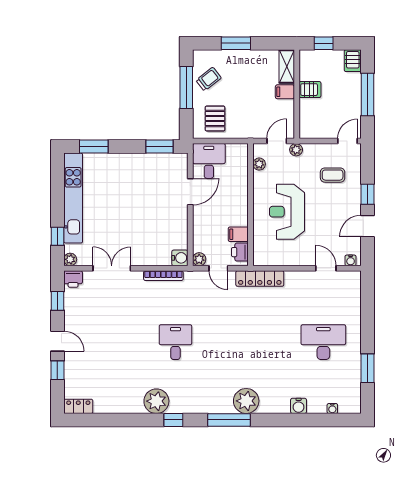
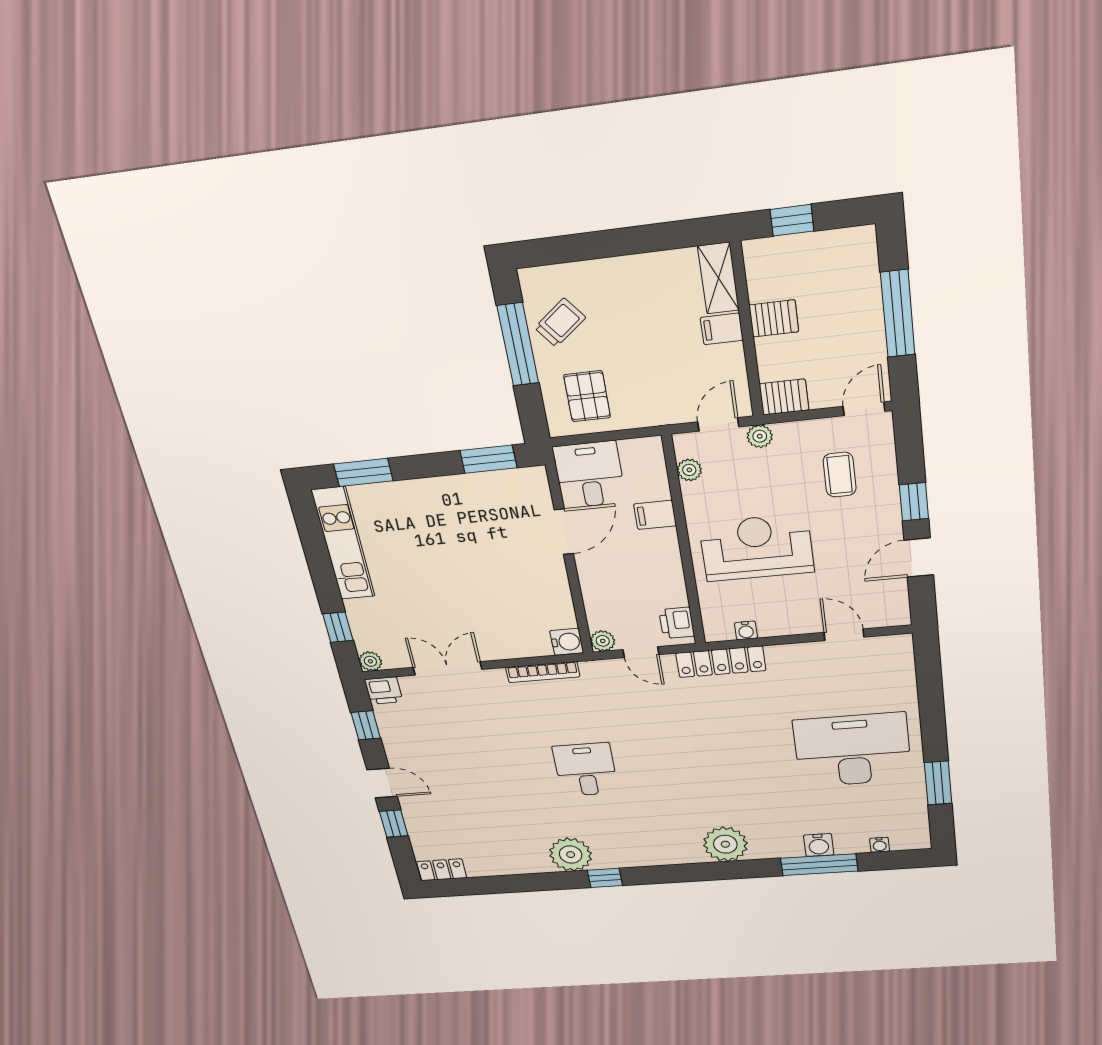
window: (236, 43) -> (604, 244), removed
server rack: (353, 61) -> (784, 397), moved, turned -90
coffee table: (333, 175) -> (840, 475), turned 90
kitchen unit: (73, 198) -> (343, 544), width x0.73
reception desk: (287, 212) -> (757, 548), turned 90
filing cabinet: (238, 234) -> (655, 515), moved
water cooler: (351, 260) -> (746, 630), moved
desk: (323, 342) -> (852, 750), width x1.36, depth x1.30
window: (229, 420) -> (819, 865), moved

